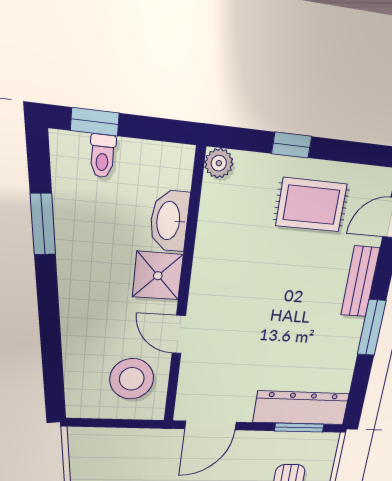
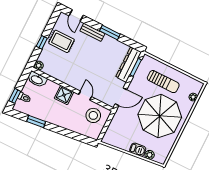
rug: (311, 205) -> (61, 41), turned 90
washbasin: (169, 221) -> (37, 79), moved
door: (179, 334) -> (85, 96), swing flipped
door: (211, 426) -> (121, 97), hinge flipped

